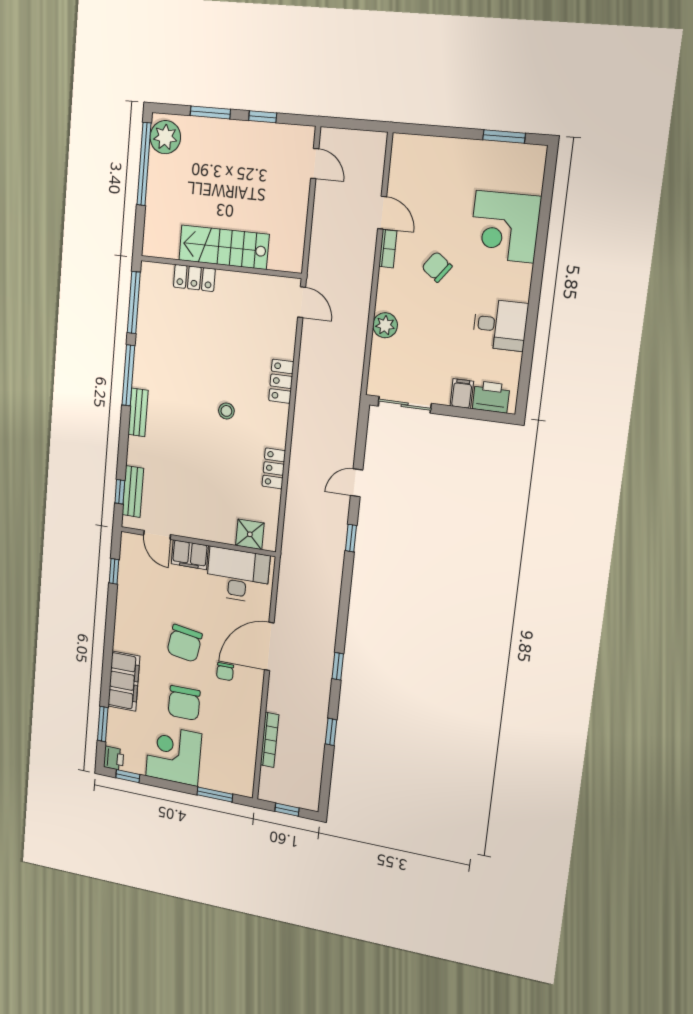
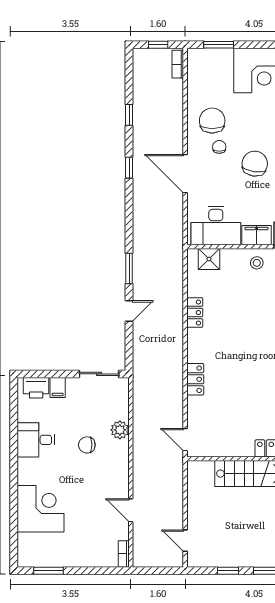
bookcase: (388, 249) -> (124, 554), moved
chair: (437, 267) -> (87, 445), moved, turned 143
stool: (226, 411) -> (257, 263), moved
window: (351, 538) -> (129, 268), width x1.50
door: (269, 646) -> (185, 174), swing flipped
chair: (184, 703) -> (212, 121), moved
bookcase: (269, 740) -> (178, 64), moved, width x0.64

